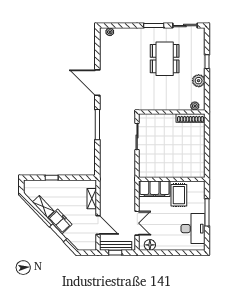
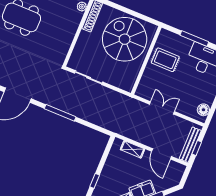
spiral stairs: (182, 154) -> (125, 39), added
filing cabinet: (155, 189) -> (149, 82), removed
double door: (137, 223) -> (162, 108), moved
door: (98, 225) -> (162, 154), swing flipped

